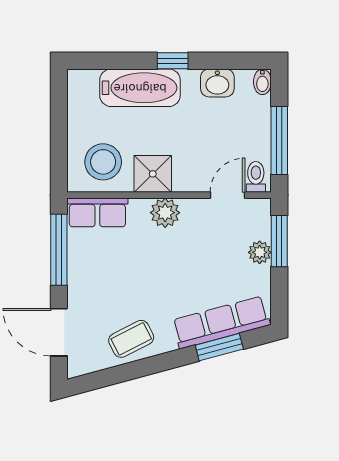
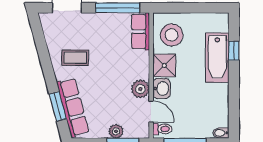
window: (173, 61) -> (234, 51), moved
washbasin: (217, 83) -> (161, 88), moved, turned 180
plant: (165, 213) -> (140, 89), moved
coffee table: (131, 339) -> (75, 58), moved, turned -63

